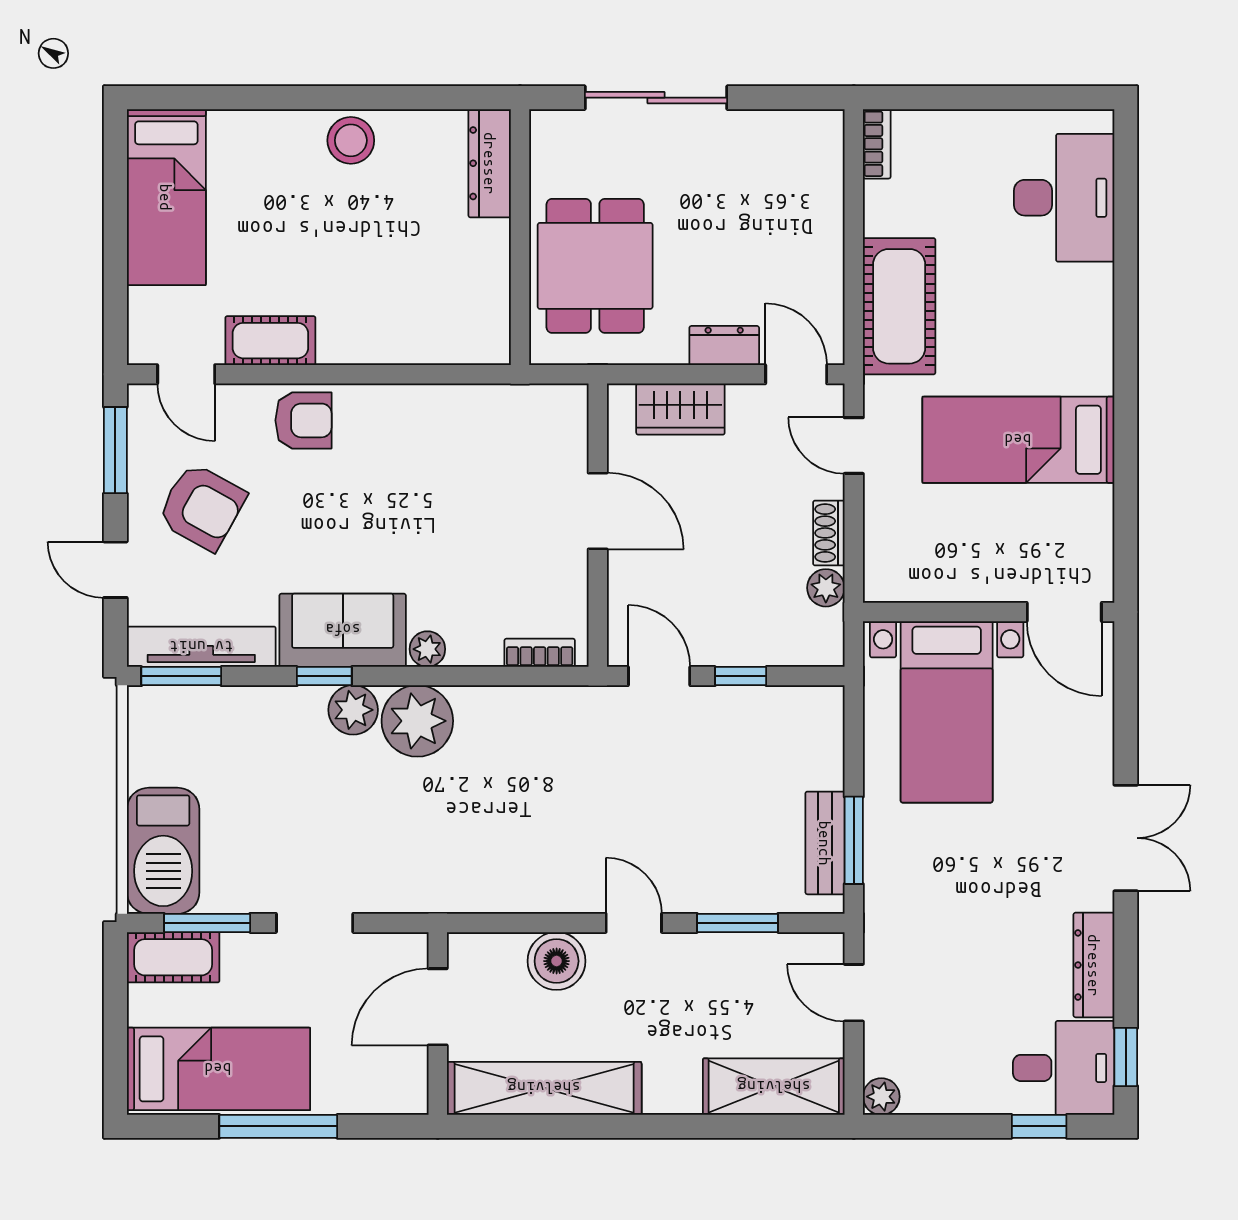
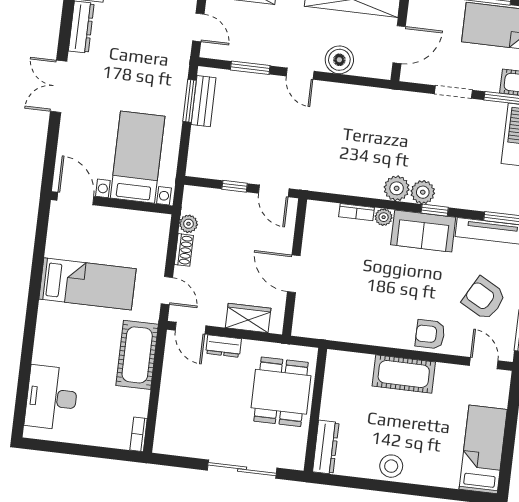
cot: (270, 341) -> (404, 374), moved, width x1.37, depth x1.34
bookcase: (540, 653) -> (356, 212), moved
plant: (417, 721) -> (397, 188), width x0.73, depth x0.73

